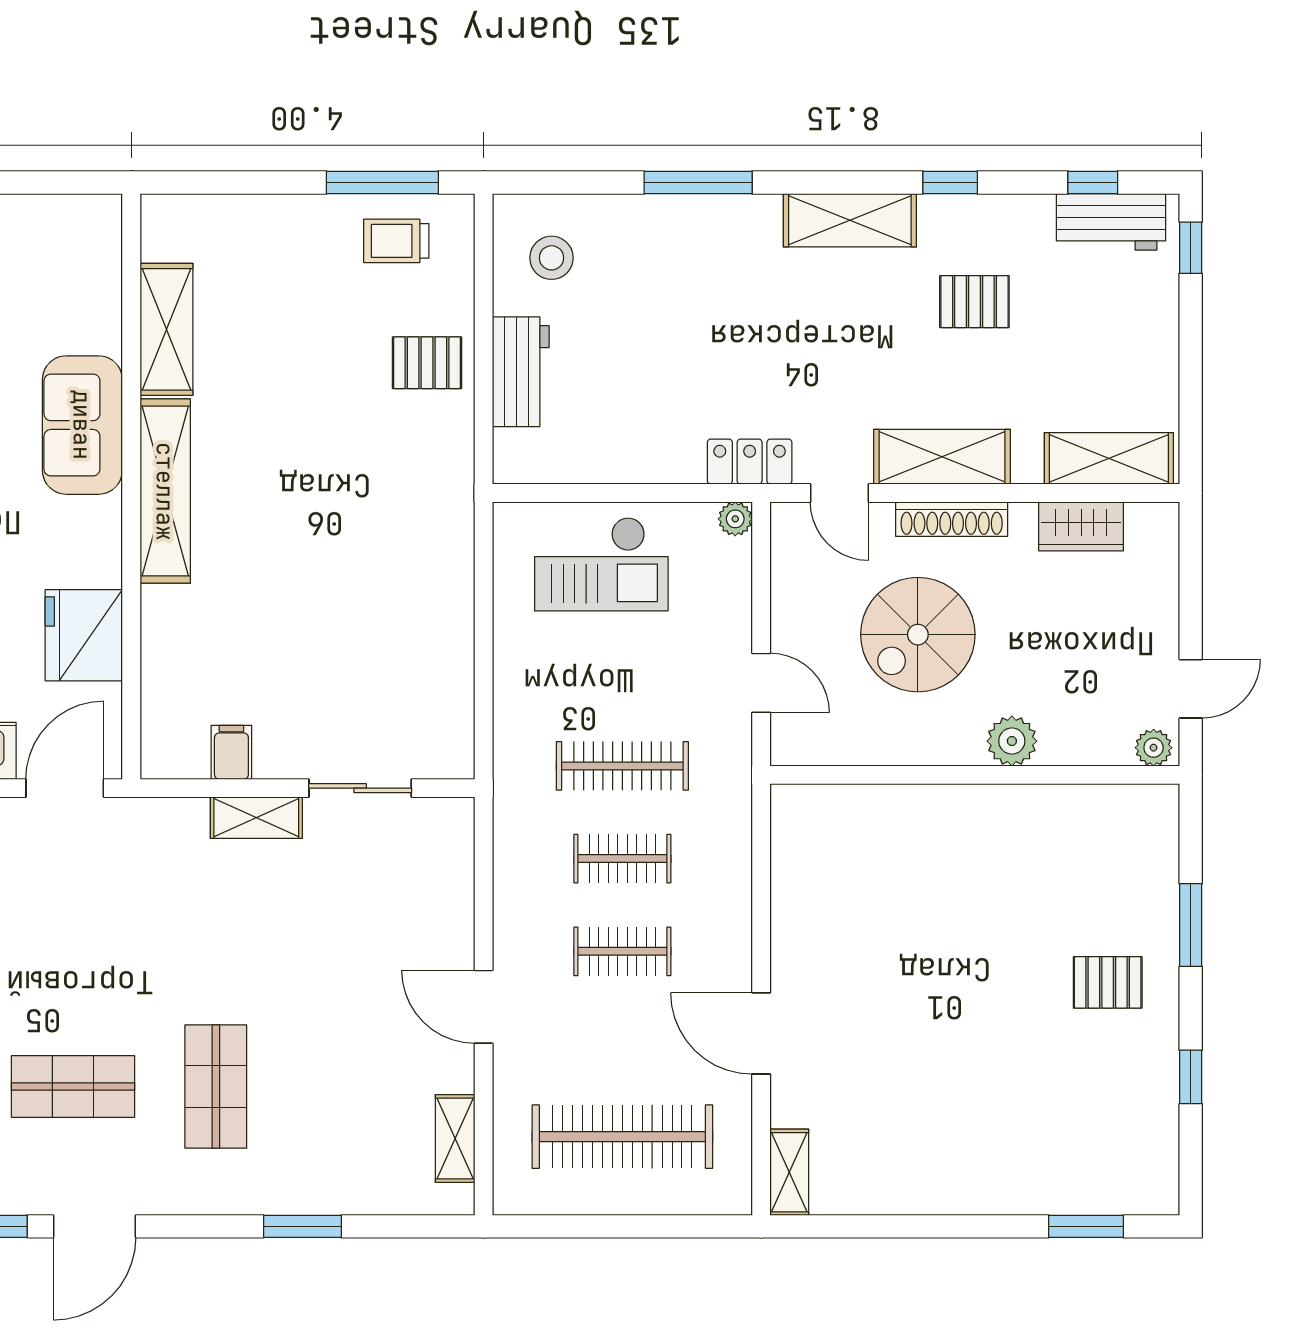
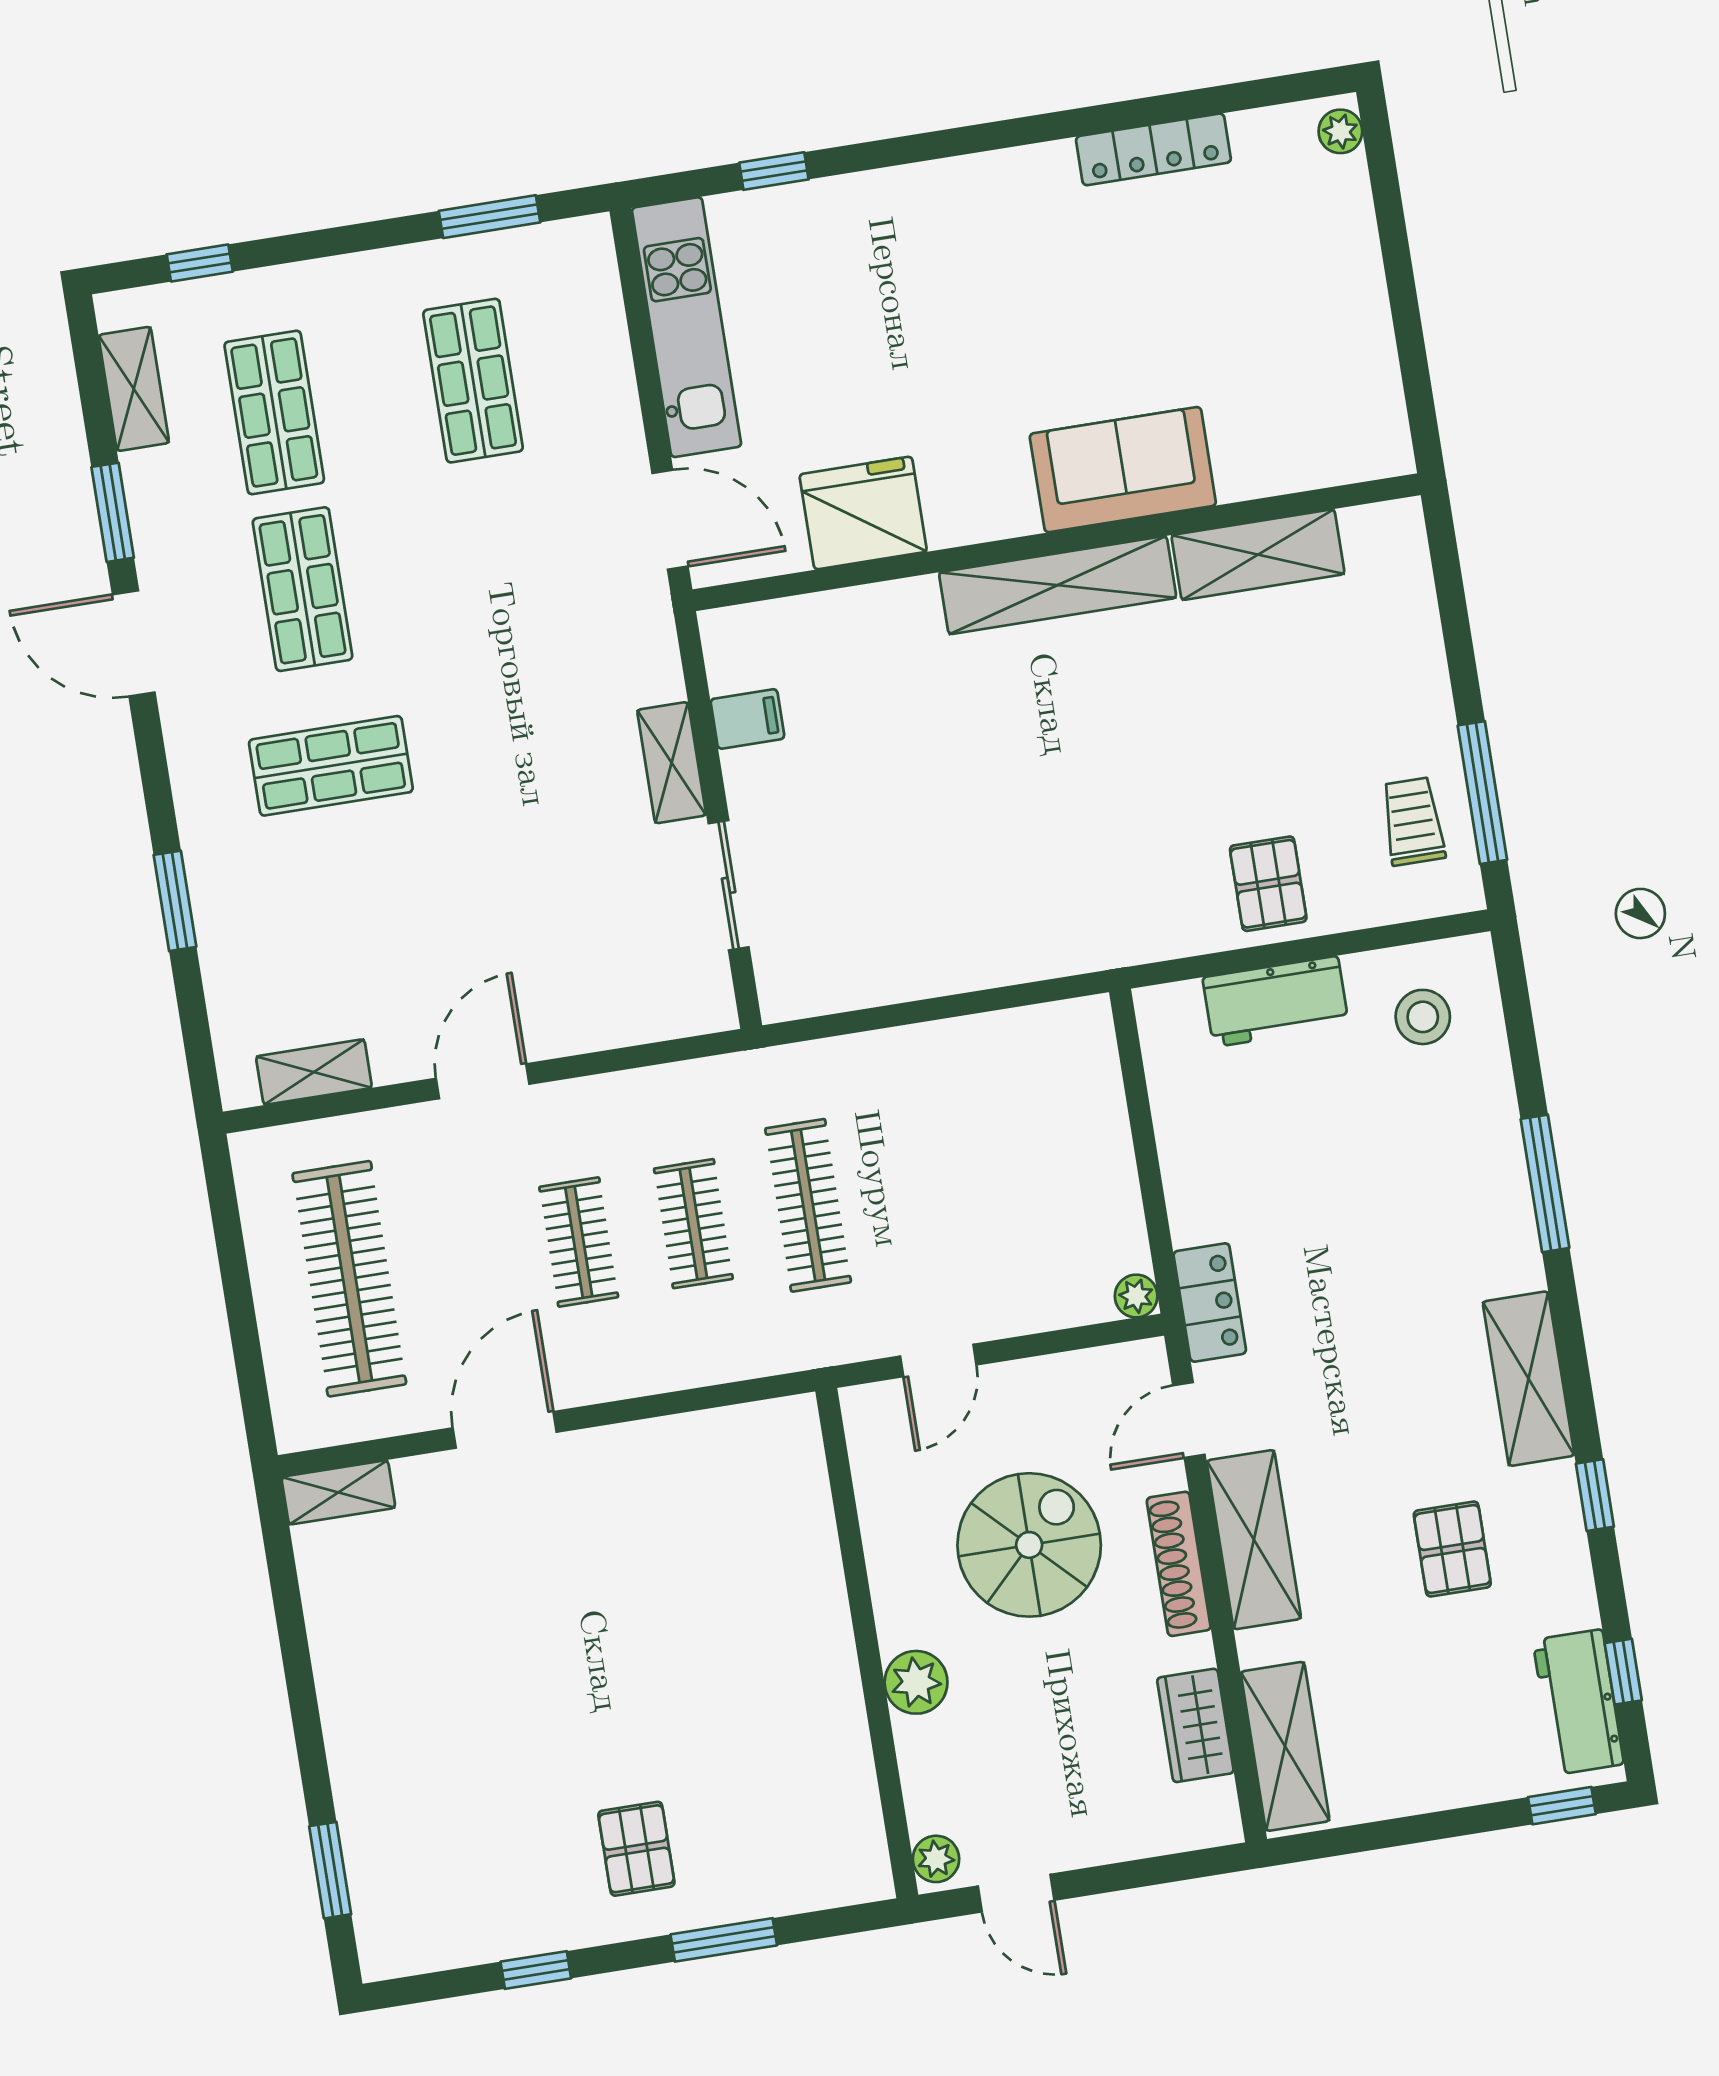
checkout: (601, 564) -> (1054, 1139), removed
spiral stairs: (918, 635) -> (1029, 1545), turned 90

